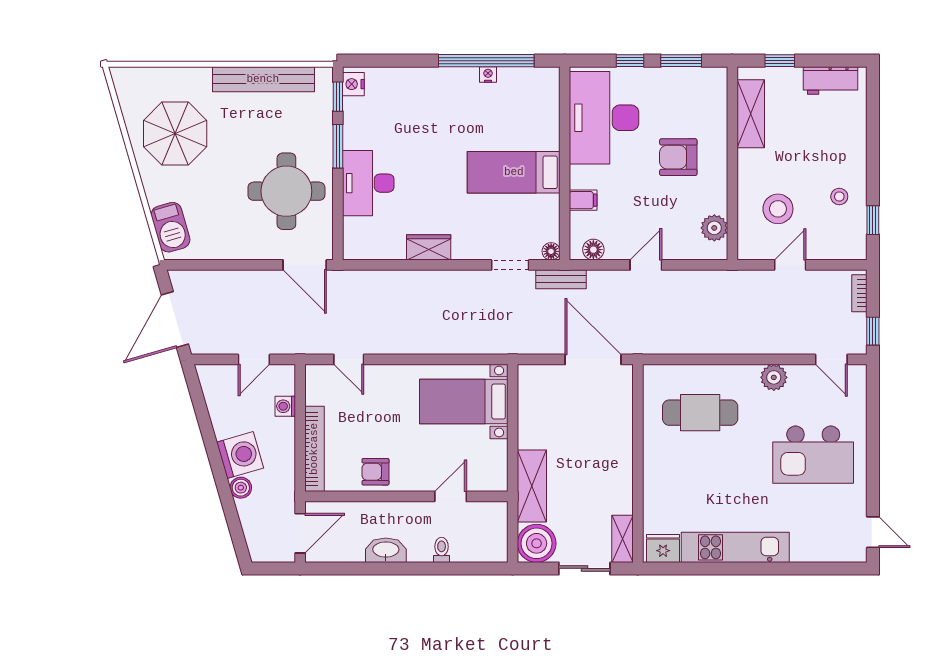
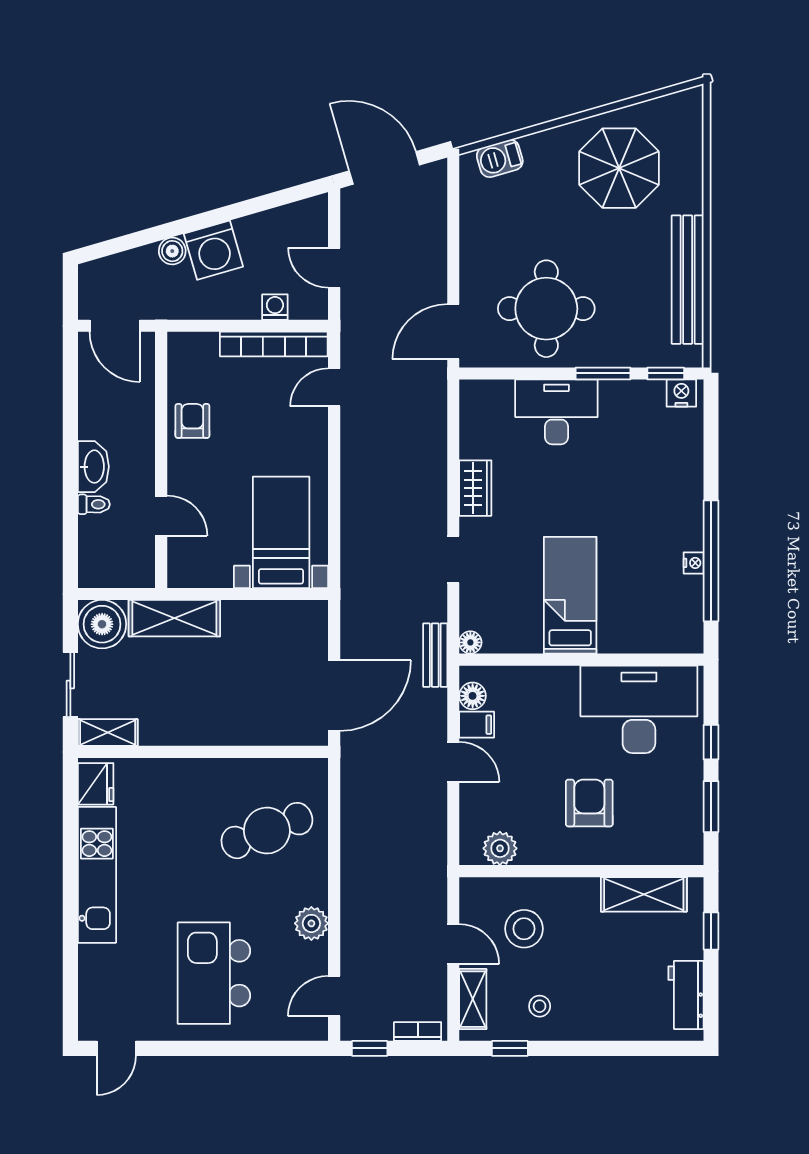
filing cabinet: (583, 200) -> (477, 725), moved, turned -90
barbecue: (171, 227) -> (500, 158), width x0.73, depth x0.79
shelving: (834, 249) -> (473, 999), added
doorway: (510, 265) -> (453, 559), moved
cafe table: (700, 413) -> (267, 831), turned 69
bookcase: (314, 449) -> (274, 344), moved
washbasin: (386, 550) -> (93, 467), moved

